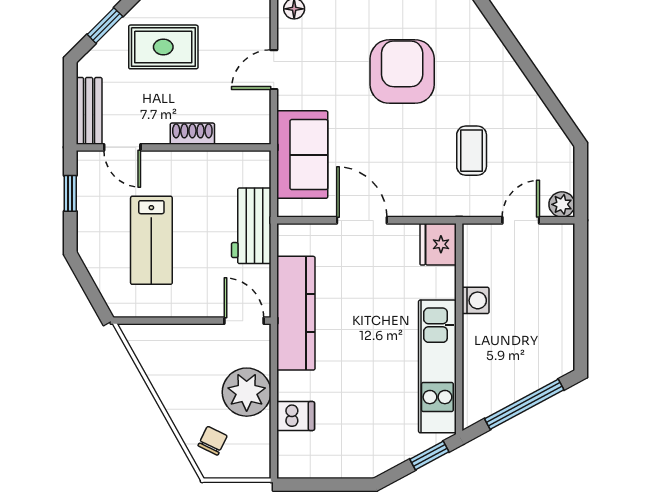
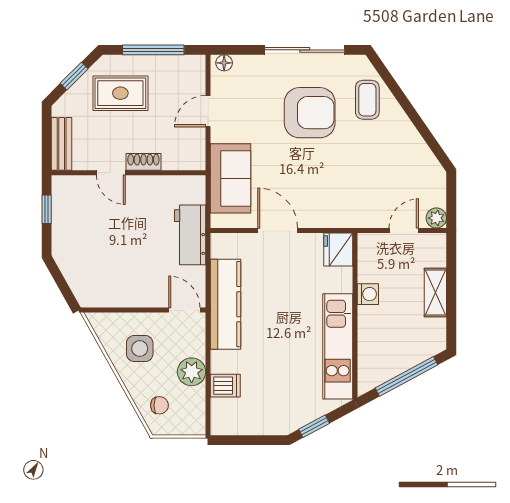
armchair: (402, 72) -> (310, 113), turned 90
door: (122, 147) -> (111, 173), moved
coffee table: (472, 151) -> (367, 100), moved
lab bench: (151, 240) -> (111, 246), removed
shelving: (561, 298) -> (435, 292), added
side table: (188, 369) -> (140, 348), added
plant: (247, 392) -> (192, 372), width x0.73, depth x0.73
chair: (213, 441) -> (159, 405), turned 64
window: (429, 456) -> (314, 426), moved

